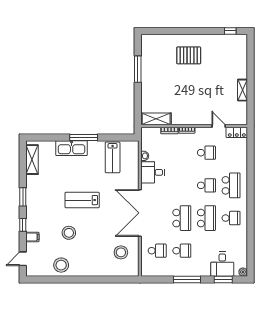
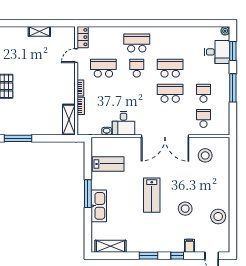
school desk: (206, 153) -> (103, 68), width x1.85
school desk: (231, 218) -> (170, 43), removed

